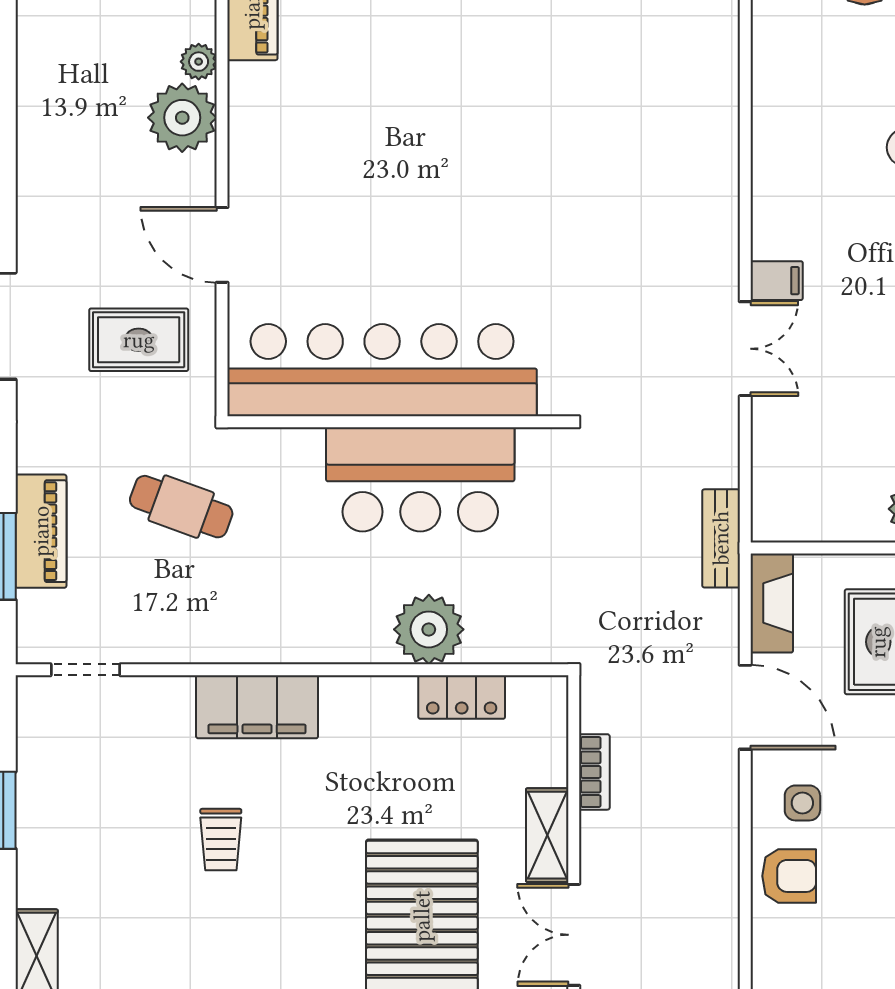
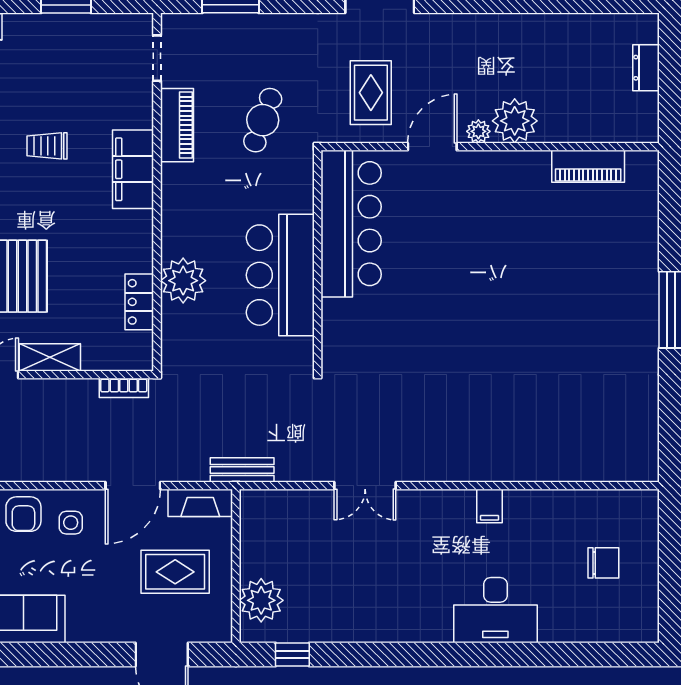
plant: (199, 62) -> (478, 131), moved
filing cabinet: (777, 281) -> (490, 506), moved
bar counter: (382, 370) -> (351, 224), width x0.73
piano: (41, 531) -> (177, 125), moved, turned -90
bookcase: (594, 772) -> (124, 388), moved

